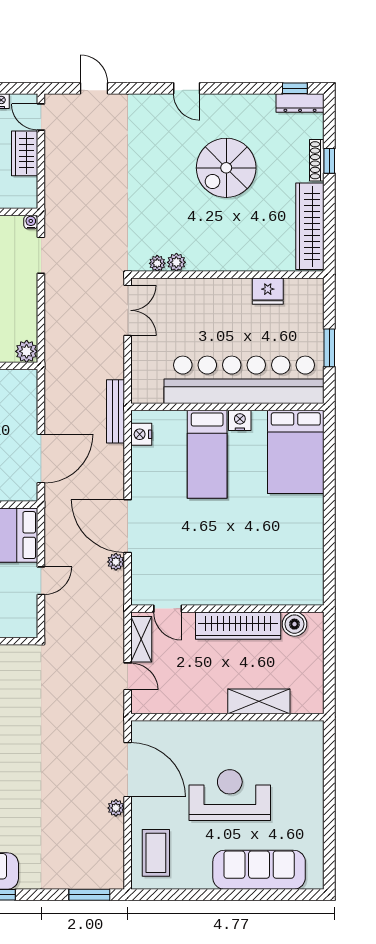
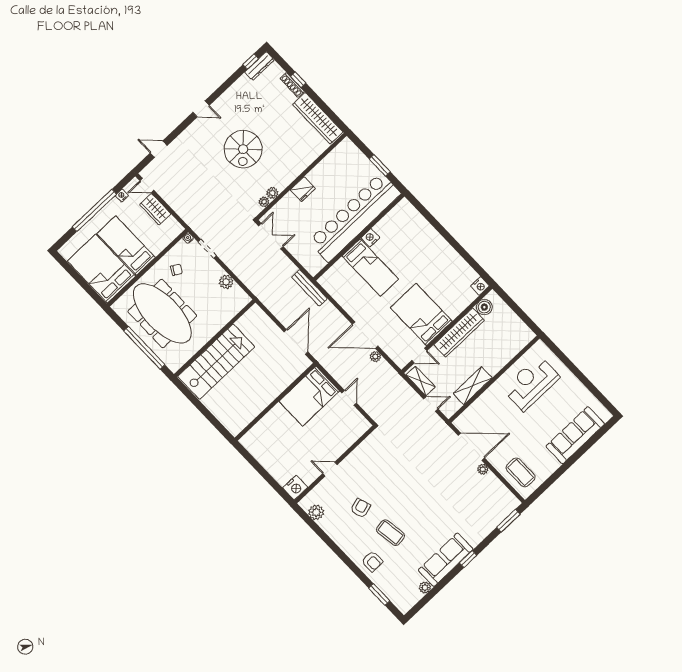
spiral stairs: (226, 168) -> (243, 149), moved
fridge: (268, 291) -> (303, 189), moved
plant: (27, 351) -> (226, 282), moved
nightstand: (141, 434) -> (480, 286), moved, turned -90
bed: (296, 452) -> (421, 314), moved, turned 180
shelving: (259, 701) -> (473, 386), moved
reception desk: (230, 795) -> (531, 383), moved

